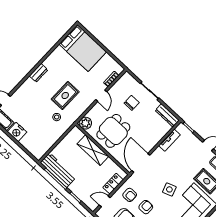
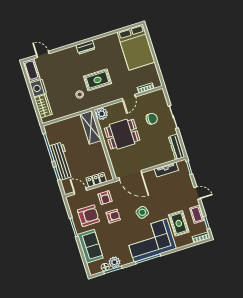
wardrobe: (31, 145) -> (43, 106), added
shelving: (93, 150) -> (91, 127), moved
door: (141, 163) -> (130, 175), swing flipped
workbench: (58, 170) -> (61, 161), moved

